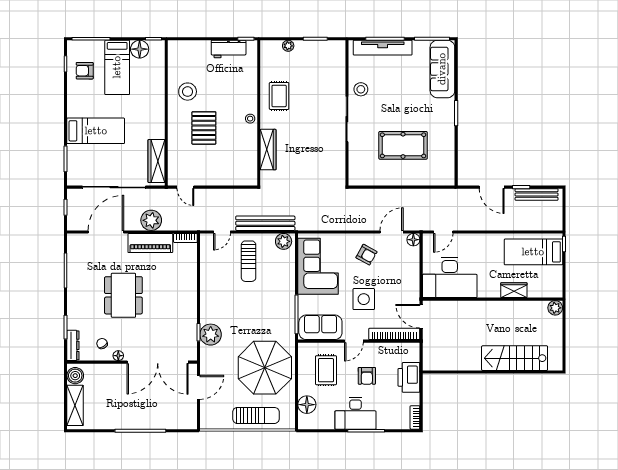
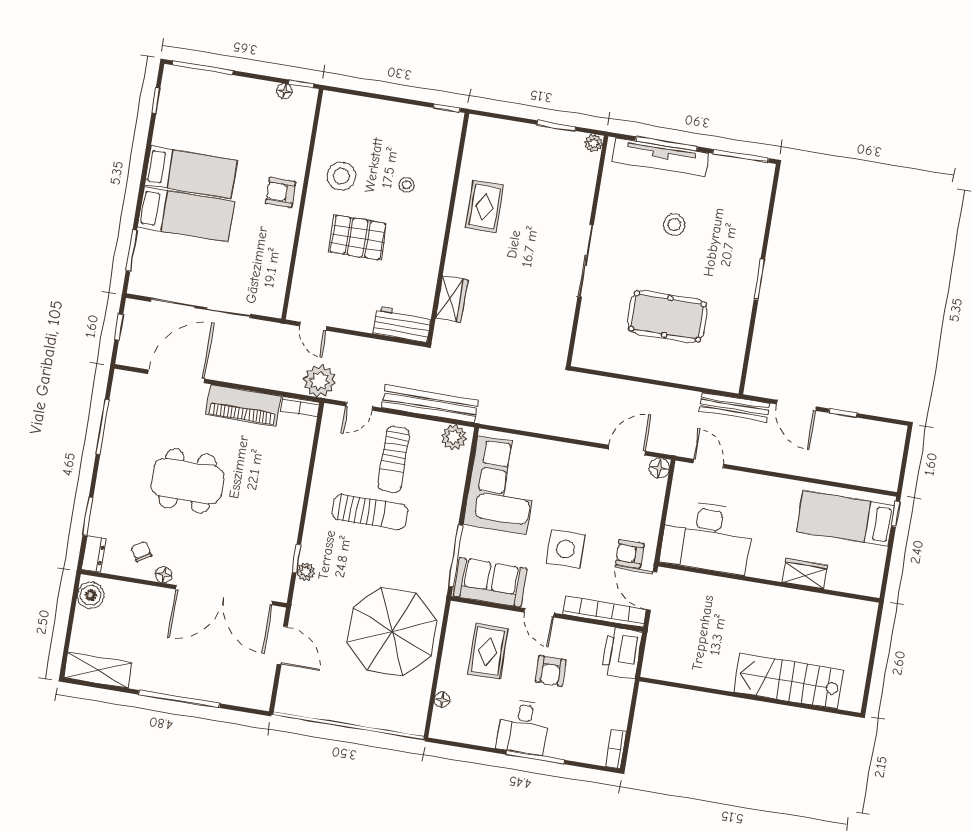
plant: (288, 46) -> (593, 143), moved
floor lamp: (140, 49) -> (284, 91), width x0.53, depth x0.53
workbench: (229, 49) -> (402, 324), moved, turned 180
bed: (117, 67) -> (191, 172), moved, turned -90
sofa: (442, 69) -> (749, 206), removed
armchair: (85, 71) -> (281, 192), moved
stool: (361, 89) -> (674, 225), moved
stool: (250, 119) -> (407, 185), moved
pallet: (204, 128) -> (358, 238), turned 90
wardrobe: (268, 150) -> (451, 299), width x0.67
wardrobe: (157, 161) -> (274, 278), removed
bench: (537, 195) -> (735, 407), moved
plant: (151, 220) -> (320, 381), moved
door: (443, 232) -> (708, 464), swing flipped
armchair: (366, 255) -> (630, 554), moved, turned 151
dining table: (123, 295) -> (187, 481), turned 90
plant: (555, 308) -> (866, 612), removed
plant: (211, 335) -> (306, 572), width x0.53, depth x0.53
door: (354, 341) -> (539, 613), hinge flipped
dresser: (73, 345) -> (94, 554), width x0.70
printer: (409, 377) -> (622, 653), moved
door: (199, 387) -> (282, 645), hinge flipped
shelving: (75, 405) -> (98, 670), moved, turned 90
floor lamp: (307, 405) -> (442, 700), width x0.53, depth x0.53
desk: (355, 413) -> (523, 727), width x0.73
sun lounger: (256, 415) -> (370, 512), moved

